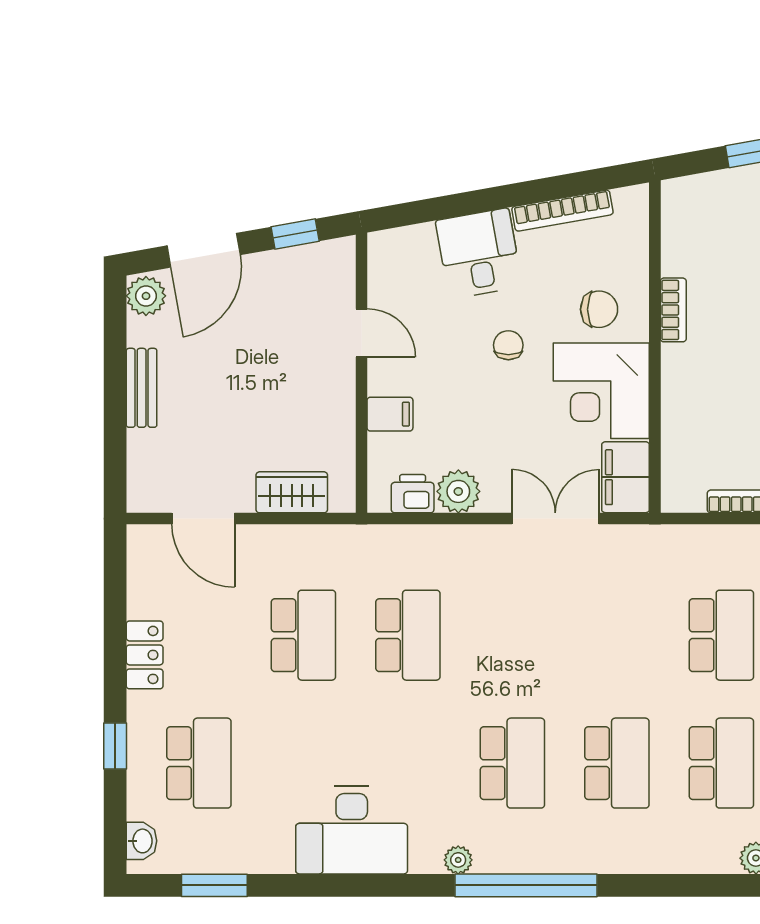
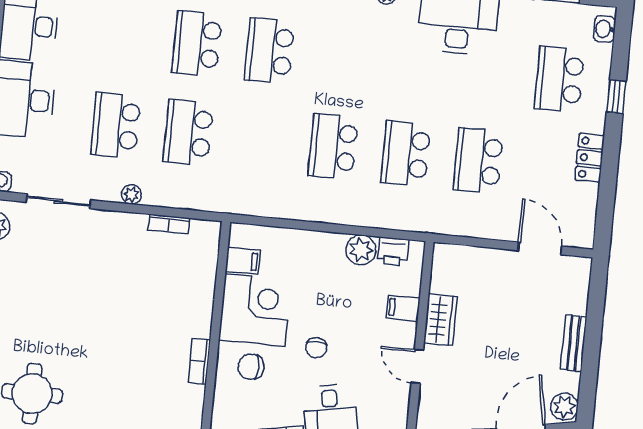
filing cabinet: (626, 477) -> (243, 261), width x0.50
wardrobe: (292, 492) -> (440, 320), moved, turned -90
double door: (555, 519) -> (295, 224), removed
school desk: (512, 763) -> (333, 147), moved

